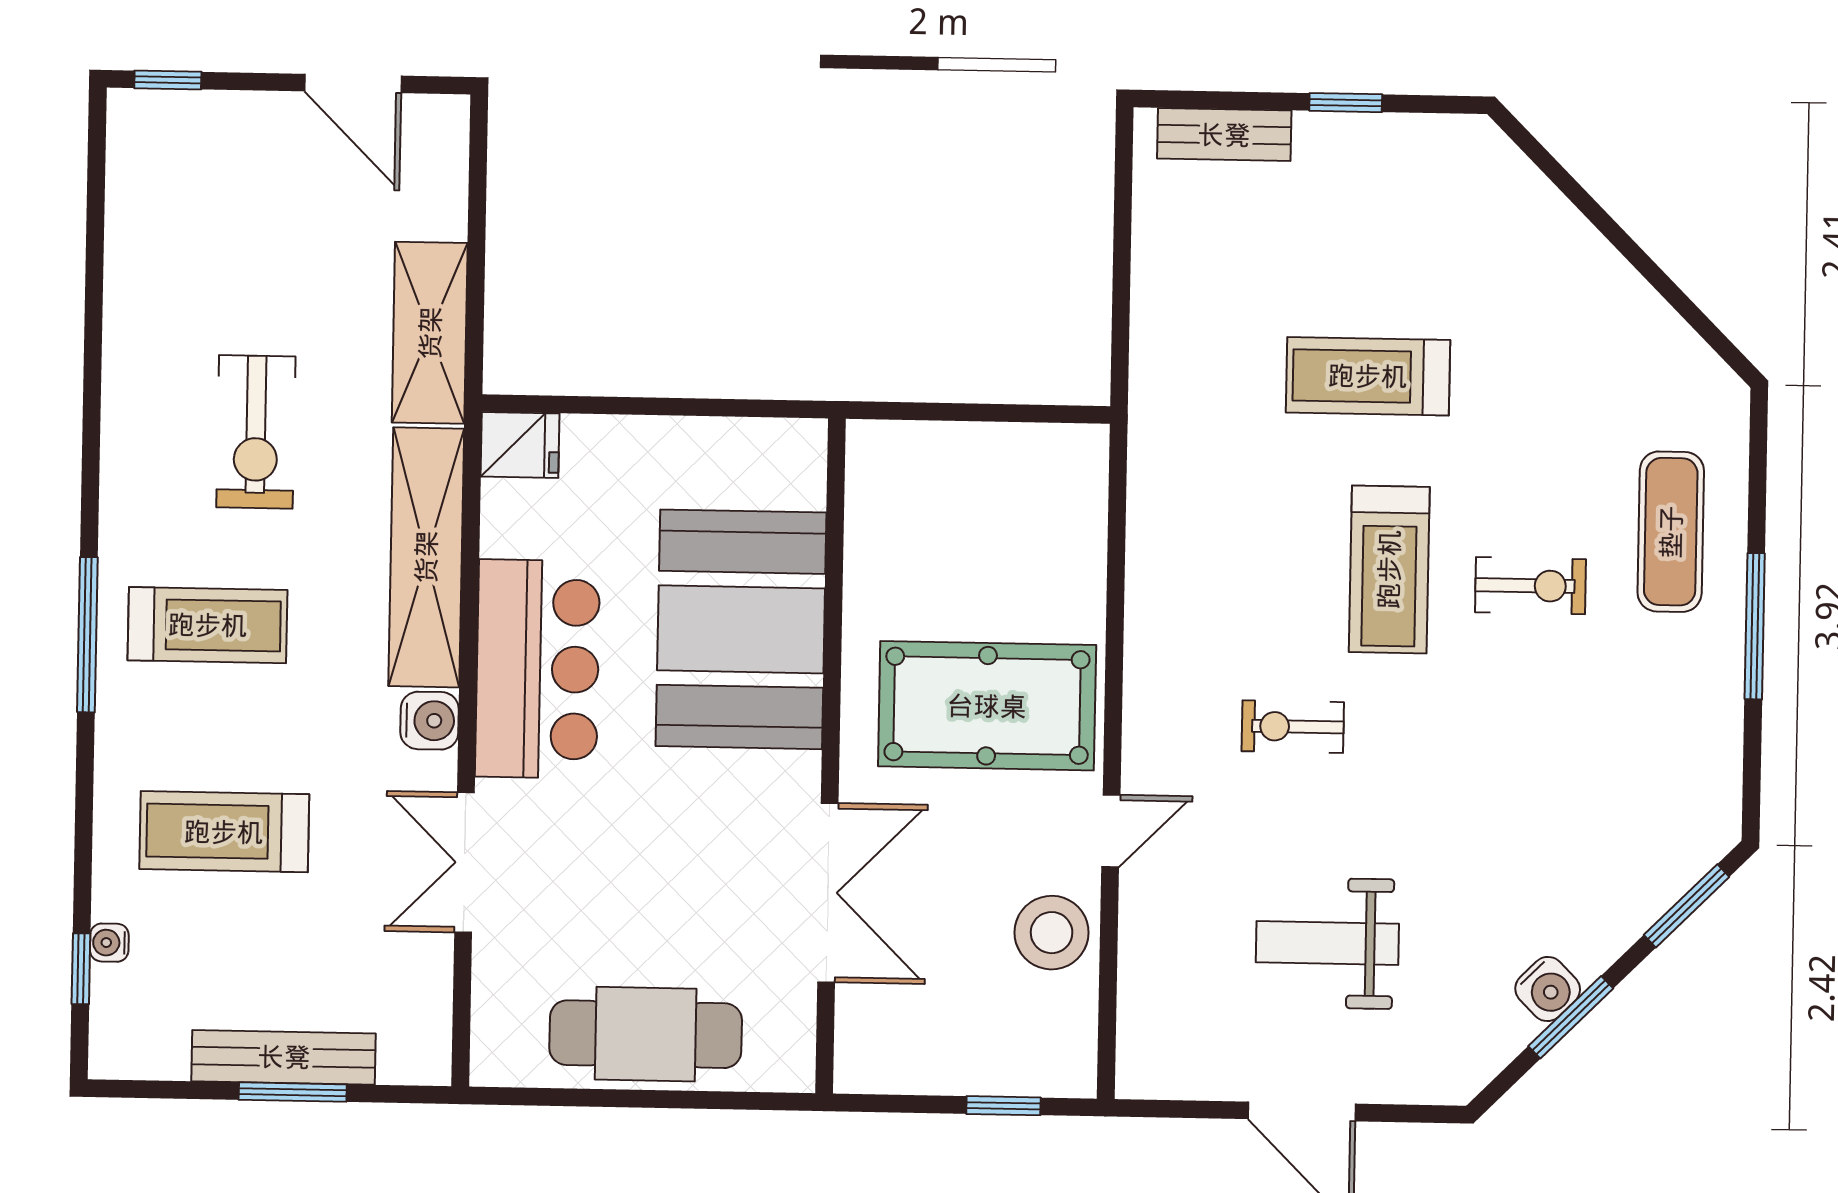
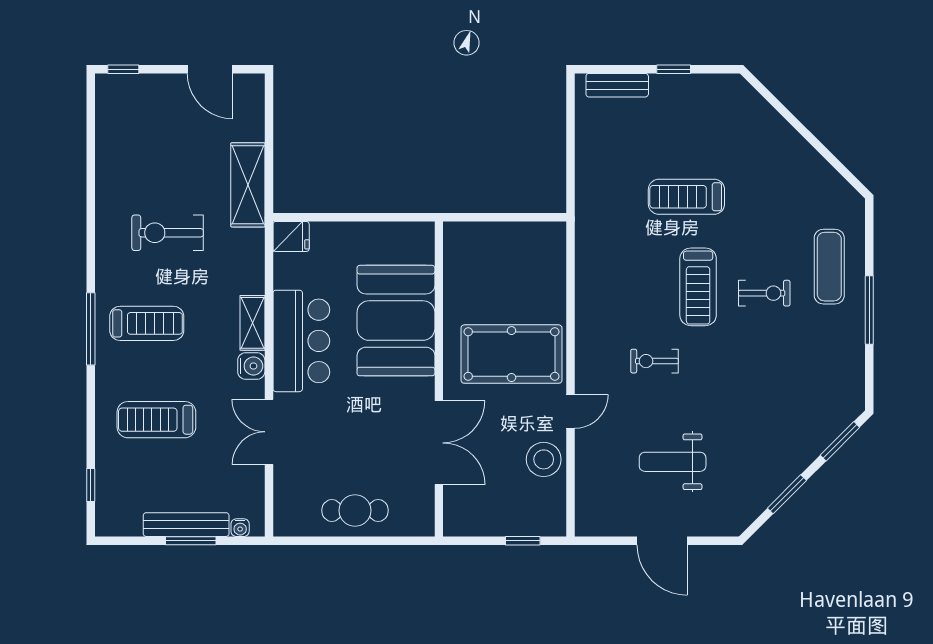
exercise bike: (256, 432) -> (168, 233), turned 90
shelving: (426, 557) -> (252, 323), width x0.45, depth x0.75
water cooler: (109, 943) -> (240, 528), moved, turned -90
water cooler: (1548, 989) -> (776, 481), removed
cafe table: (646, 1034) -> (355, 510), width x0.73, depth x0.74

